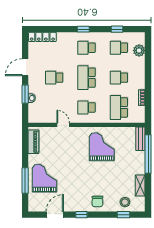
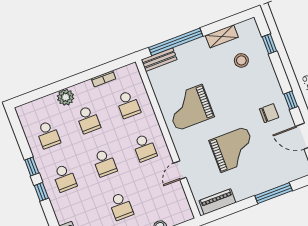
window: (117, 29) -> (32, 166), moved
plant: (139, 50) -> (66, 97), moved
school desk: (87, 78) -> (105, 163), width x0.54
school desk: (119, 107) -> (128, 104), width x0.54
grand piano: (44, 178) -> (234, 150), moved, turned 180
chair: (97, 201) -> (269, 113), moved
stool: (125, 202) -> (241, 60), moved

